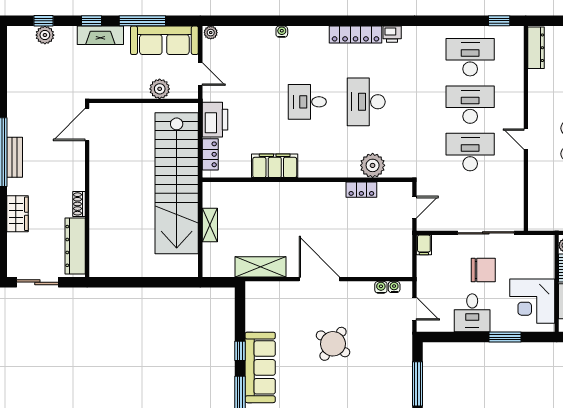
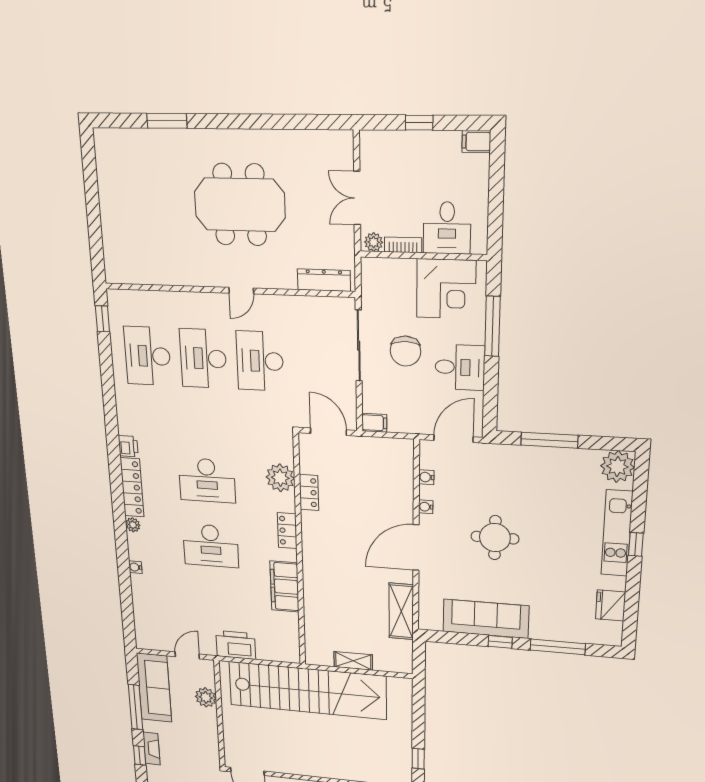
plant: (211, 33) -> (133, 525), moved
fireplace: (100, 35) -> (152, 749), width x0.73, depth x0.76
dresser: (536, 48) -> (324, 280), moved
desk: (307, 102) -> (211, 546), width x1.37
locker: (210, 154) -> (287, 531), moved, turned -90
door: (414, 207) -> (328, 432), width x1.38
chair: (483, 270) -> (405, 351), turned 180
window: (120, 282) -> (418, 759), added
water cooler: (394, 287) -> (426, 507), moved
door: (414, 309) -> (453, 439), width x1.38
window: (505, 337) -> (492, 326), width x1.44
round table: (333, 344) -> (495, 538), turned -35
sofa: (260, 367) -> (486, 619), moved

